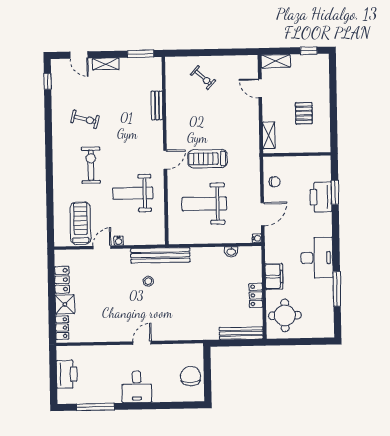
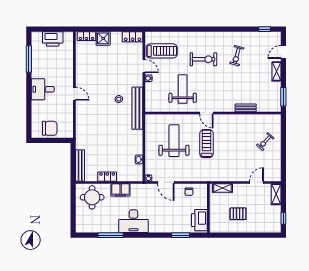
printer: (321, 197) -> (199, 220), moved, turned -90
locker: (62, 280) -> (133, 37), moved

